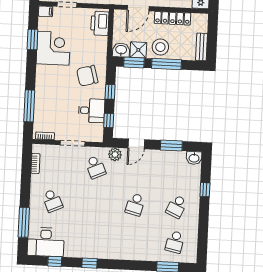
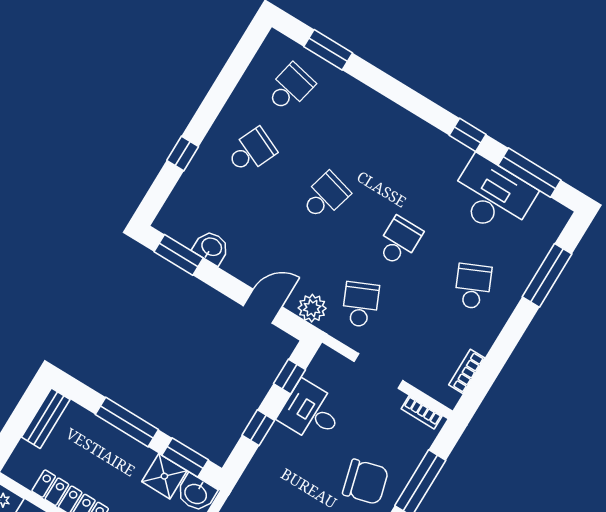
stool: (160, 47) -> (121, 459), removed
chair: (87, 76) -> (366, 482), moved
window: (171, 146) -> (179, 255), moved
washbasin: (194, 158) -> (211, 247), moved
school desk: (94, 203) -> (399, 241), added
desk: (46, 242) -> (492, 196), moved
window: (55, 261) -> (530, 173), width x2.17

